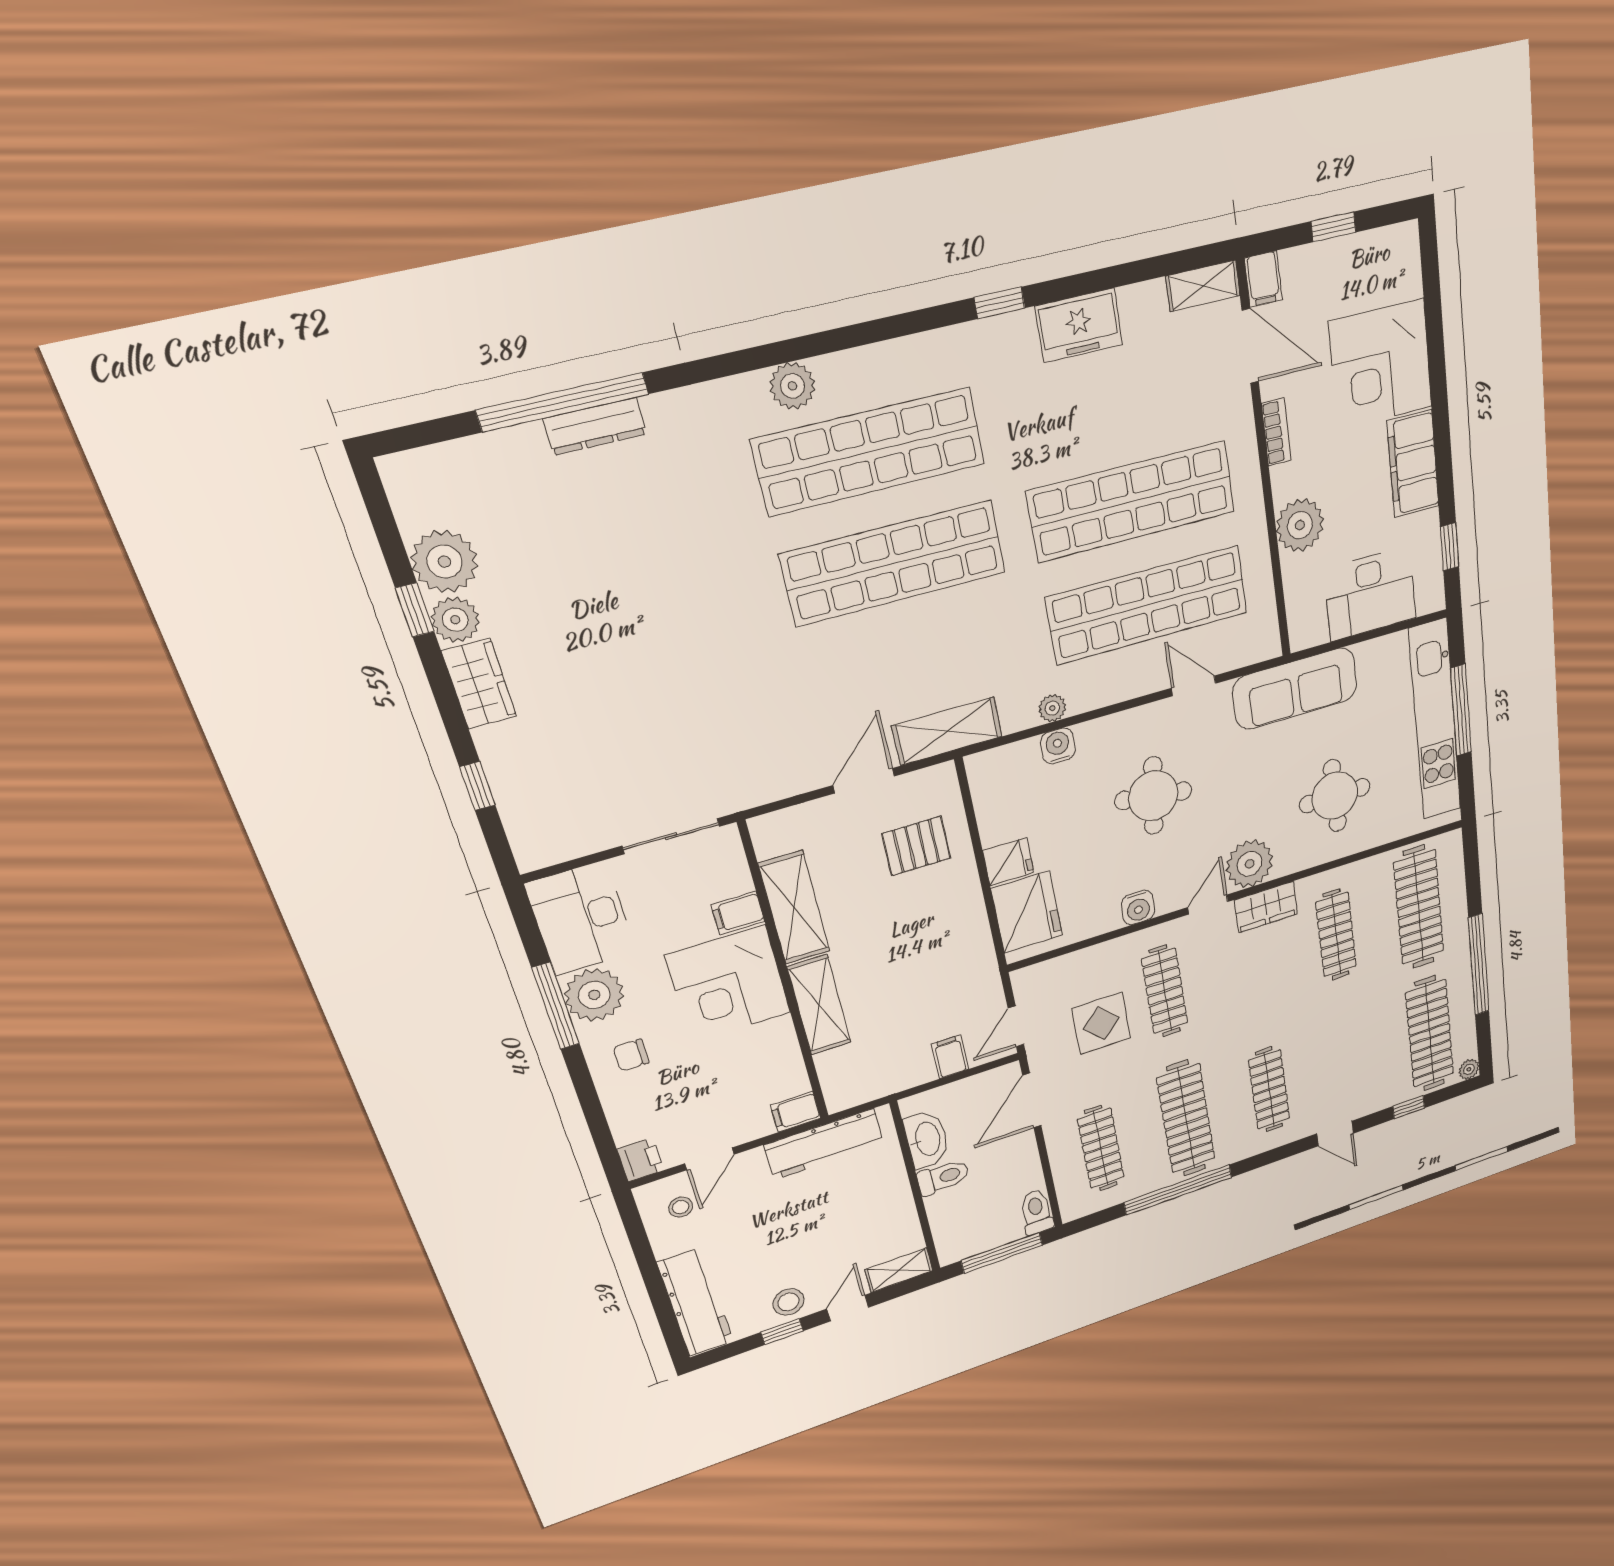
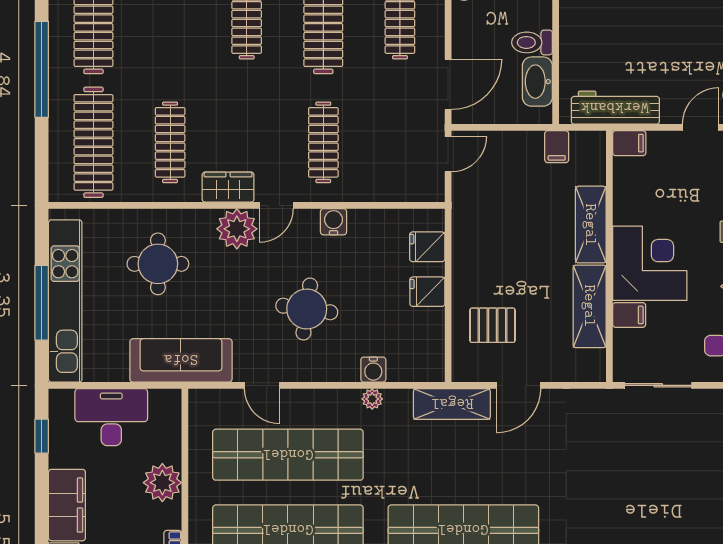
fridge: (1027, 912) -> (427, 247), width x0.53, depth x0.75
display table: (1101, 1023) -> (380, 132), removed
filing cabinet: (950, 1057) -> (557, 147), moved

